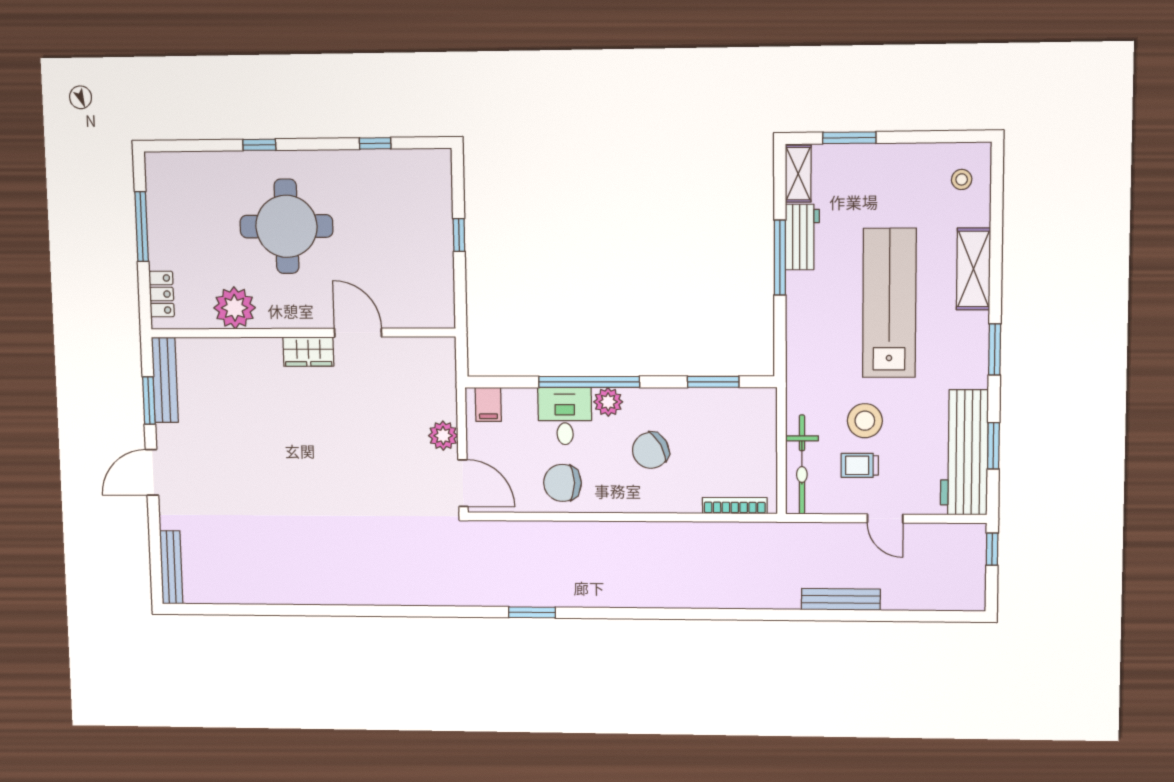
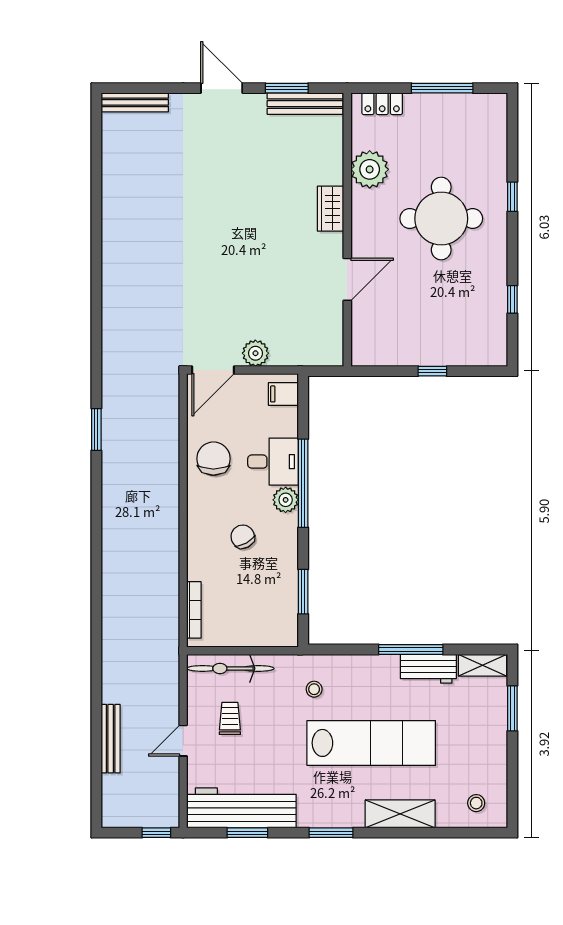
wardrobe: (308, 352) -> (331, 209), moved
stool: (865, 421) -> (314, 689), moved, width x0.53, depth x0.53
chair: (651, 450) -> (243, 537), width x0.73, depth x0.73
bench: (841, 599) -> (111, 739), moved

